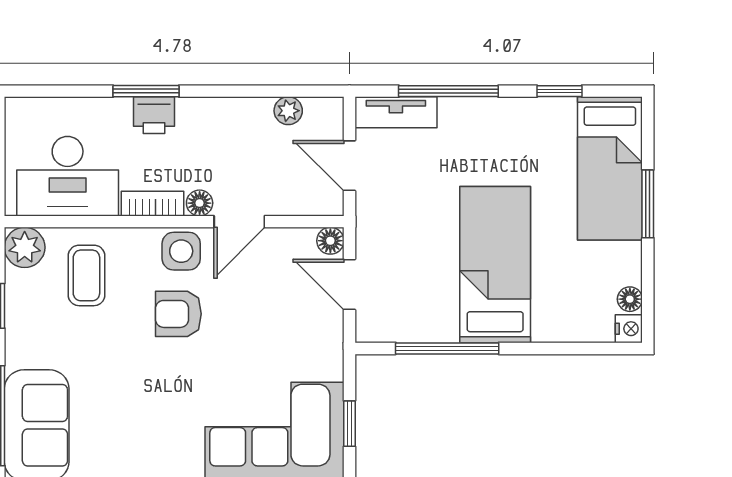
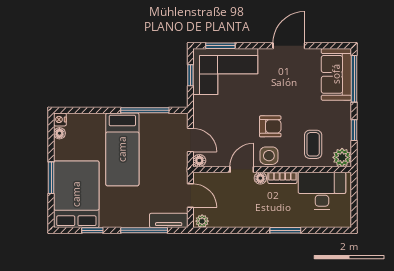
plant: (288, 111) -> (202, 221), moved
printer: (154, 115) -> (282, 219), removed
bed: (610, 168) -> (76, 194), width x1.50

